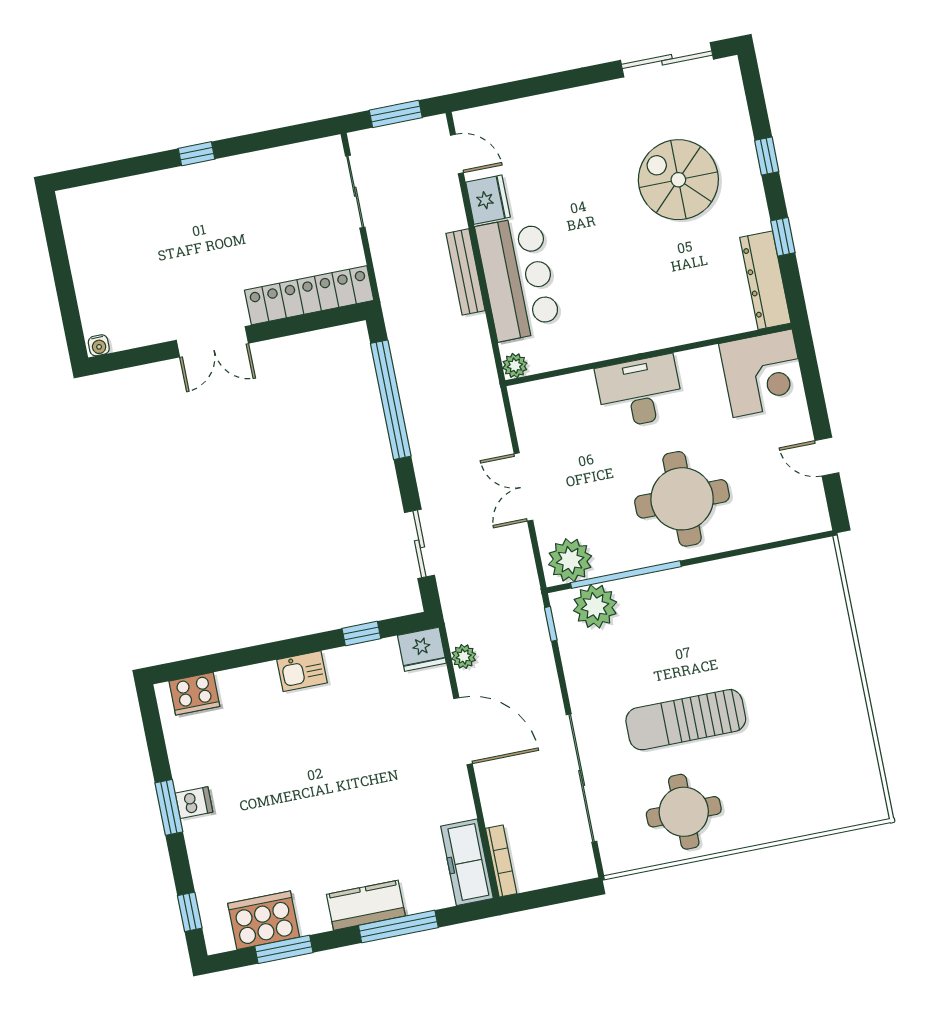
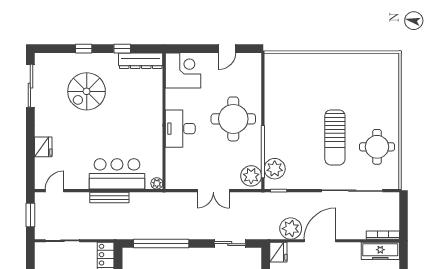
fridge: (488, 200) -> (43, 147), moved, turned 90
plant: (464, 657) -> (291, 229), width x1.88, depth x1.88

